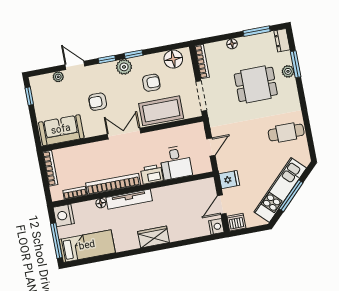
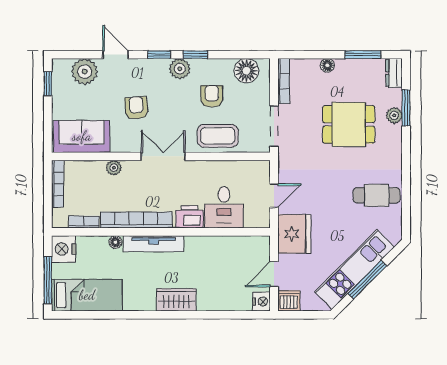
plant: (58, 77) -> (85, 72), width x1.88, depth x1.88
armchair: (151, 83) -> (212, 96), turned -90
armchair: (98, 102) -> (136, 108), turned 86
coffee table: (161, 111) -> (218, 136), width x0.73, depth x0.76
plant: (89, 149) -> (114, 168), added
fridge: (229, 180) -> (294, 234), width x1.88, depth x1.34

